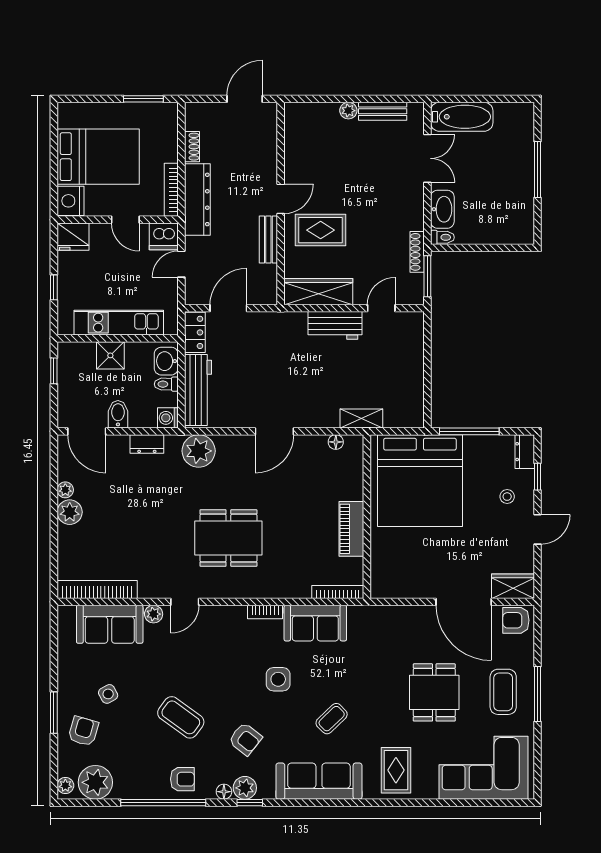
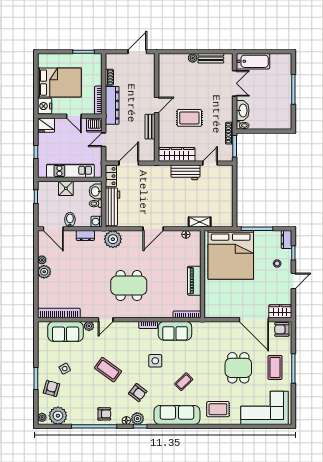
rug: (321, 230) -> (189, 118), moved
coffee table: (181, 717) -> (108, 370), moved
rug: (396, 770) -> (218, 409), turned 90

